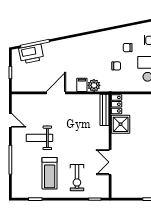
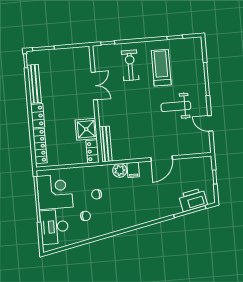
weight bench: (39, 138) -> (176, 106), turned 180

